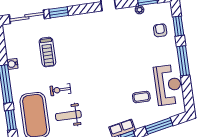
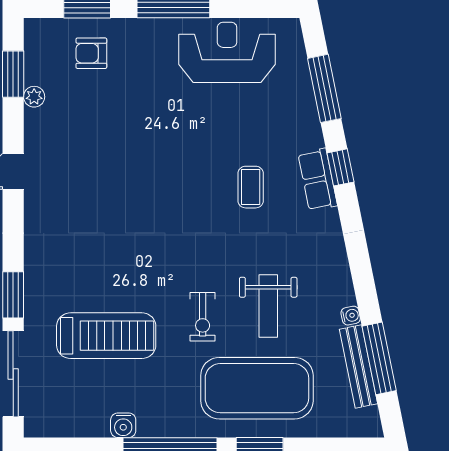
treadmill: (47, 52) -> (106, 336), width x1.37, depth x1.38
coffee table: (141, 97) -> (251, 187), moved

